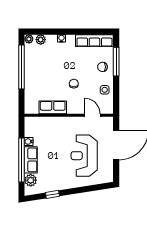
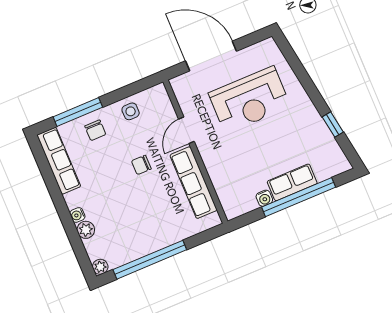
plant: (41, 40) -> (86, 230), moved
row of seats: (53, 107) -> (194, 183), width x1.48
door: (92, 115) -> (186, 130), moved
plant: (31, 180) -> (325, 169), removed

